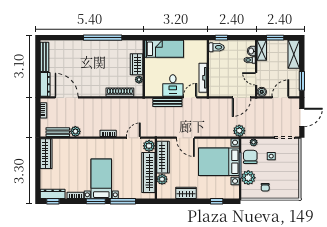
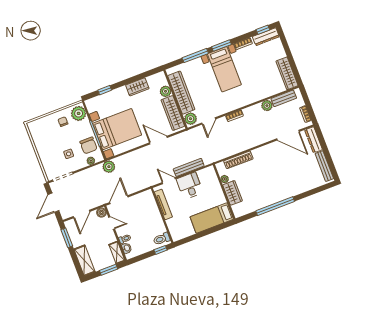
door: (190, 97) -> (169, 181), swing flipped
plant: (248, 178) -> (79, 113), moved

